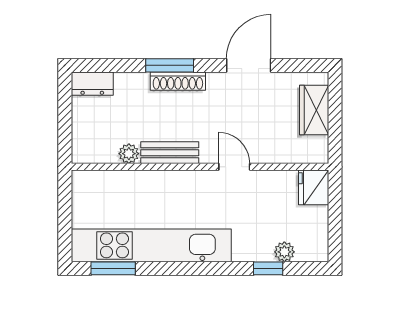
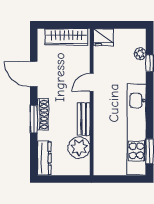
dresser: (92, 84) -> (44, 158), width x1.44
wardrobe: (314, 110) -> (66, 37), width x1.50
plant: (129, 154) -> (79, 148), width x1.87, depth x1.87

